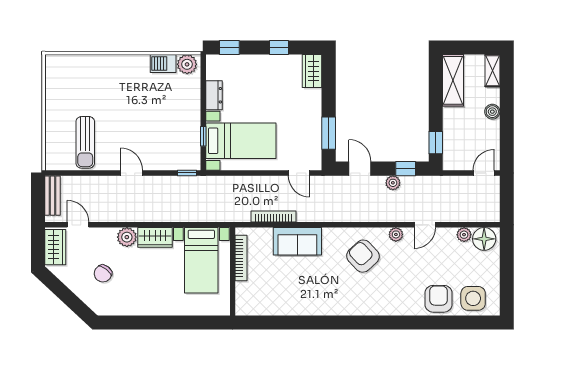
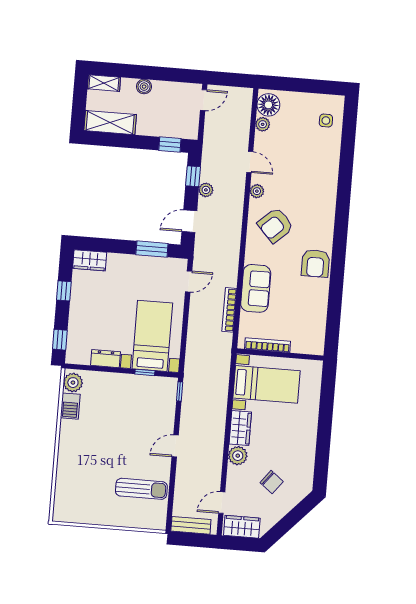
door: (484, 173) -> (204, 100), swing flipped
side table: (473, 298) -> (326, 121), width x0.54, depth x0.54
armchair: (438, 299) -> (315, 263), moved, turned -90

